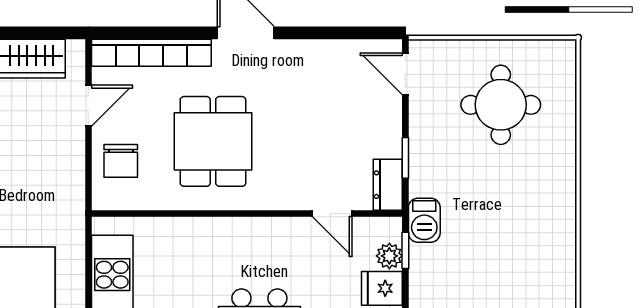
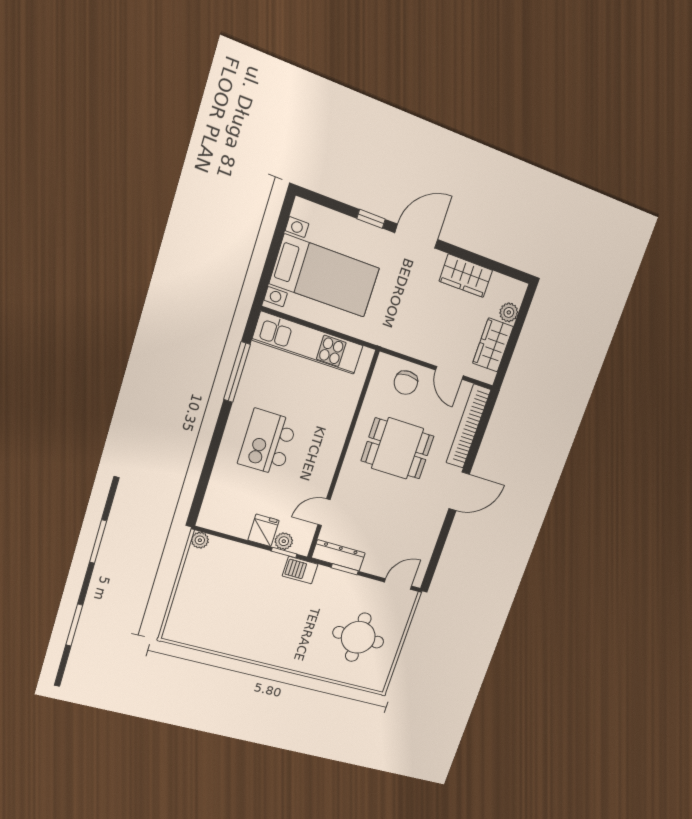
chair: (121, 161) -> (406, 383), turned -90
dresser: (388, 185) -> (338, 555), width x1.44

